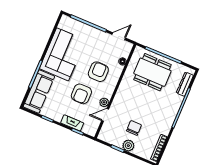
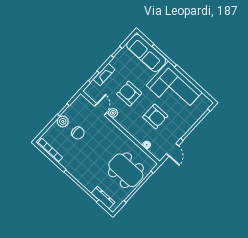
armchair: (98, 72) -> (155, 116), moved
dining table: (152, 72) -> (126, 170), turned 90

